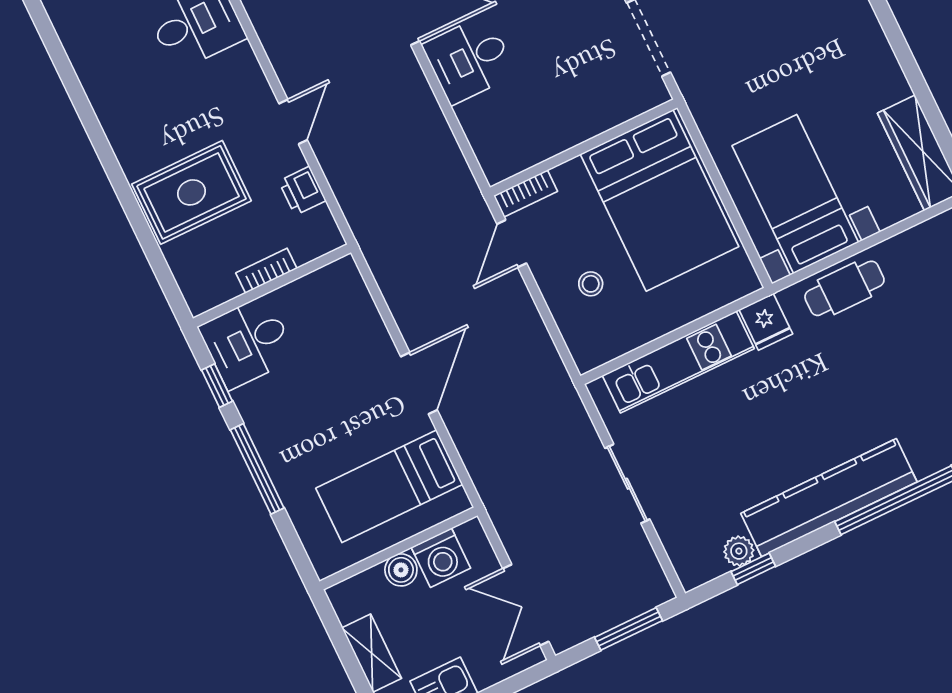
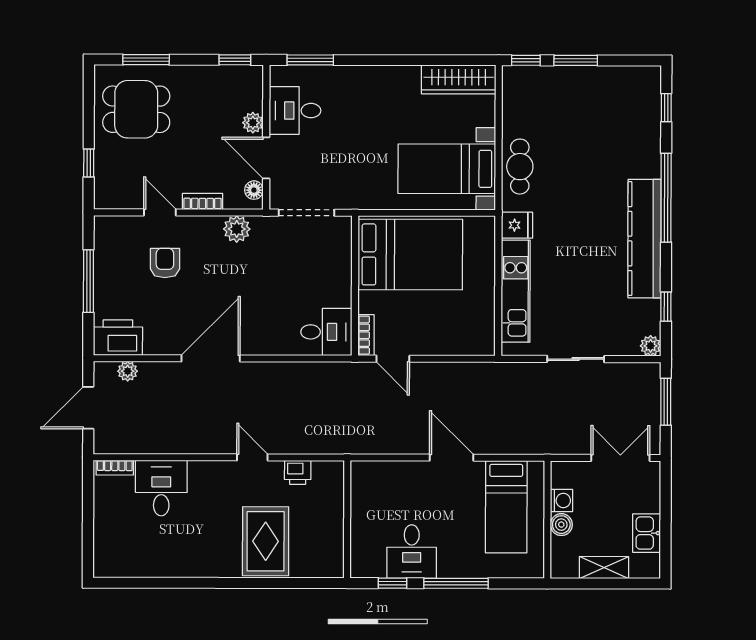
desk: (469, 59) -> (326, 332), moved, turned -90
bookcase: (266, 271) -> (336, 518), removed
stool: (591, 284) -> (441, 322), removed
desk: (247, 342) -> (412, 552), moved
plant: (739, 551) -> (651, 346), moved
washing machine: (441, 558) -> (561, 500), width x0.73, depth x0.73
double door: (526, 605) -> (620, 458), swing flipped

